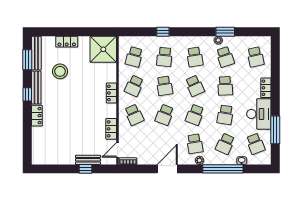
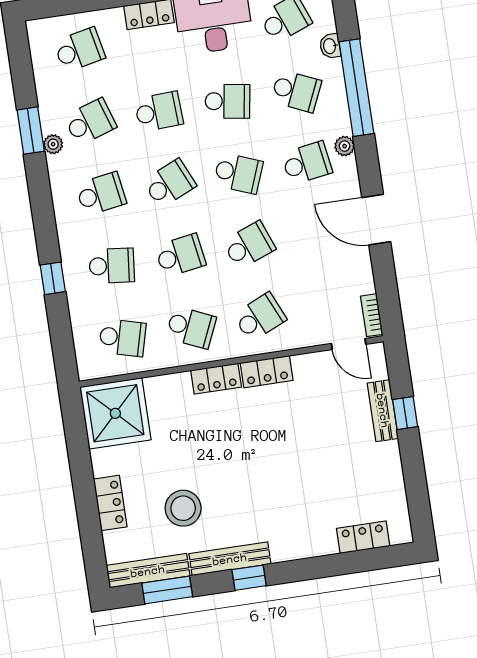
school desk: (164, 115) -> (249, 245), turned -42
locker: (37, 116) -> (363, 537), moved
locker: (111, 129) -> (267, 372), moved

